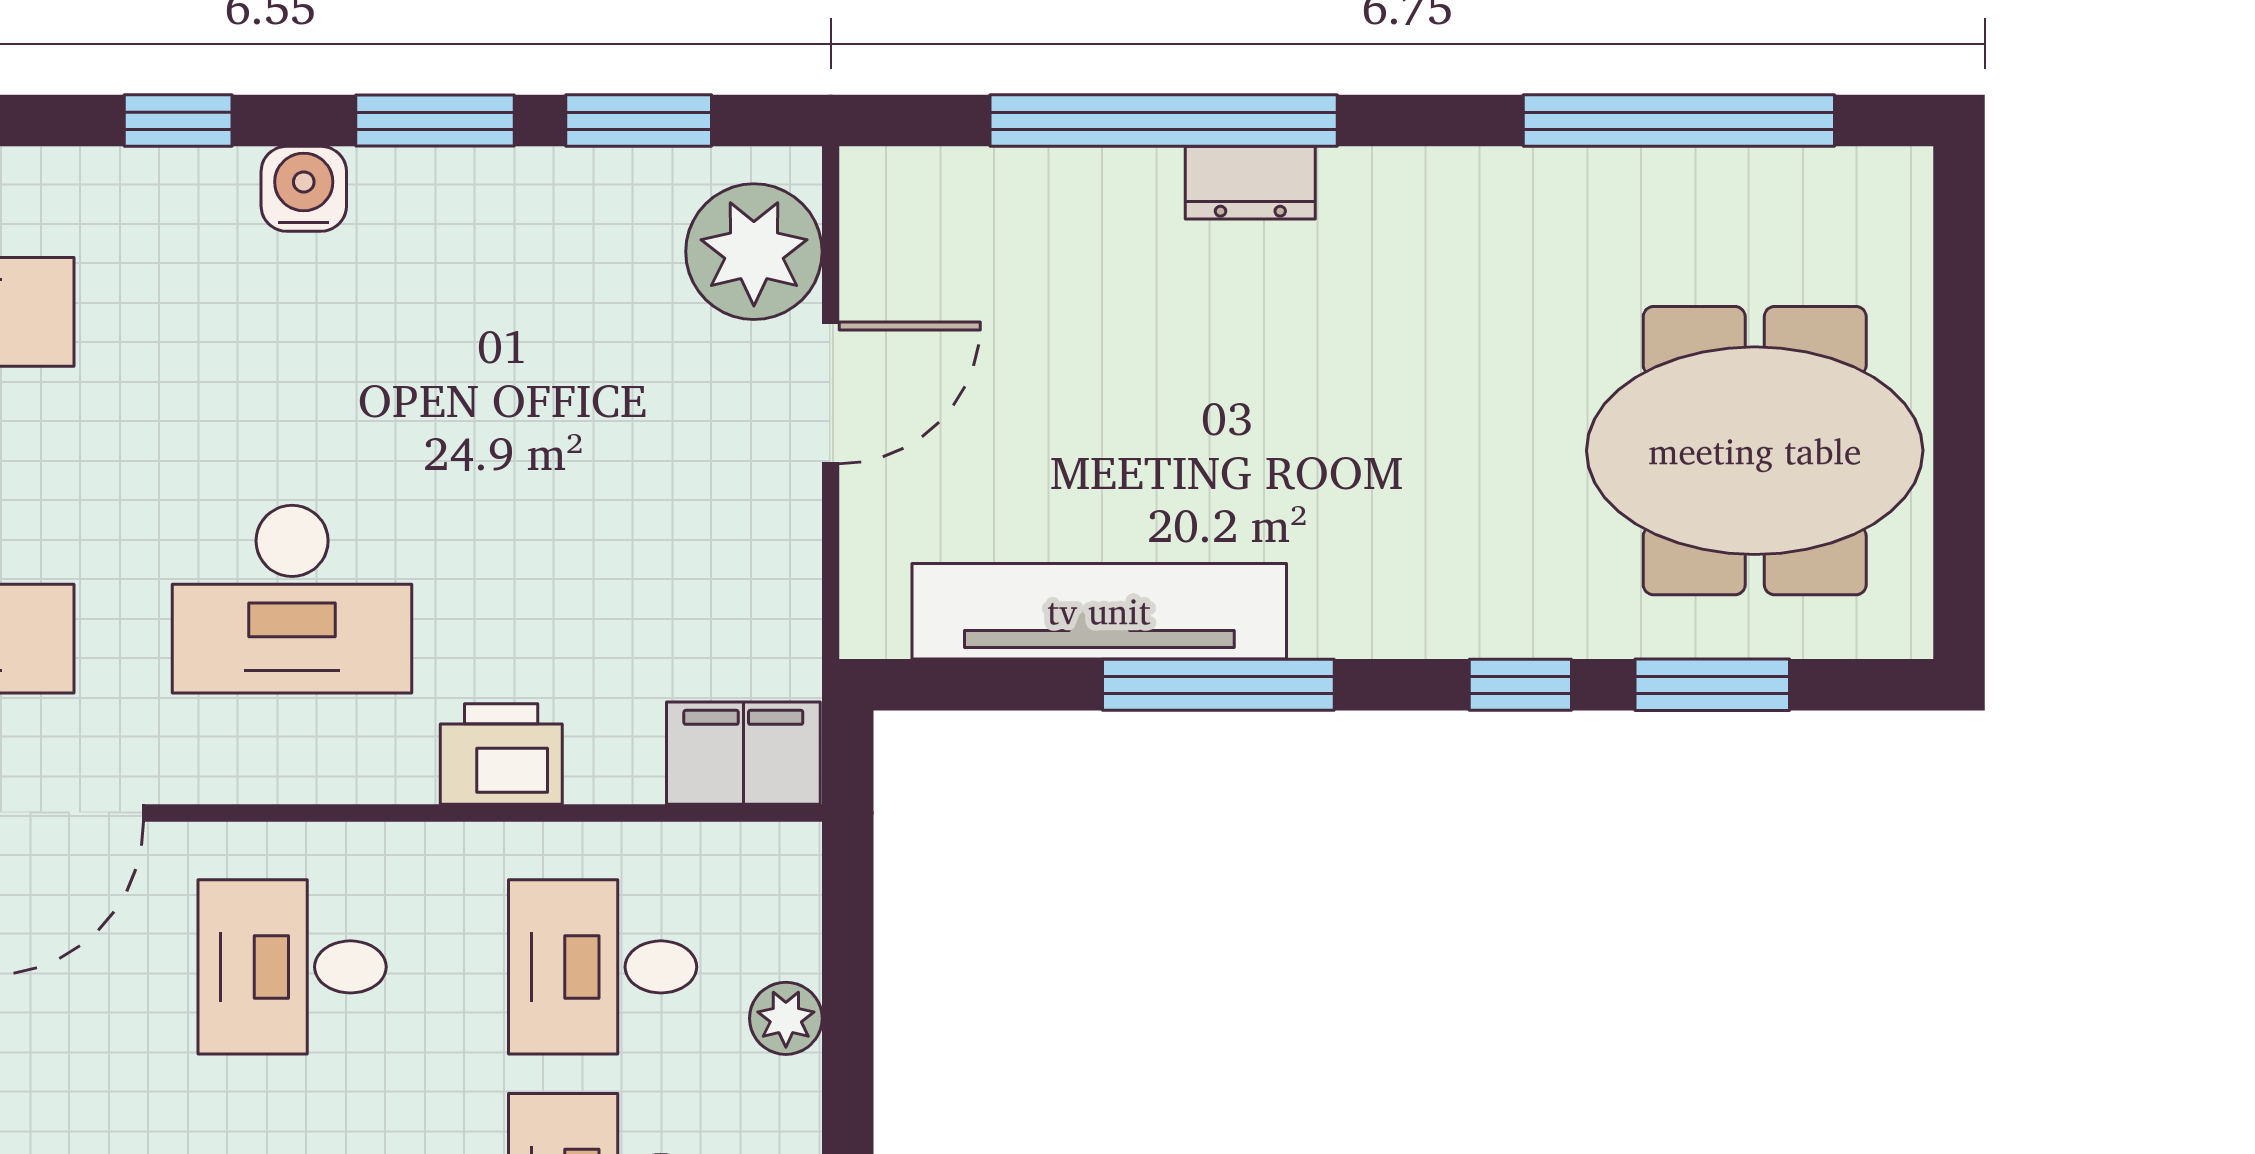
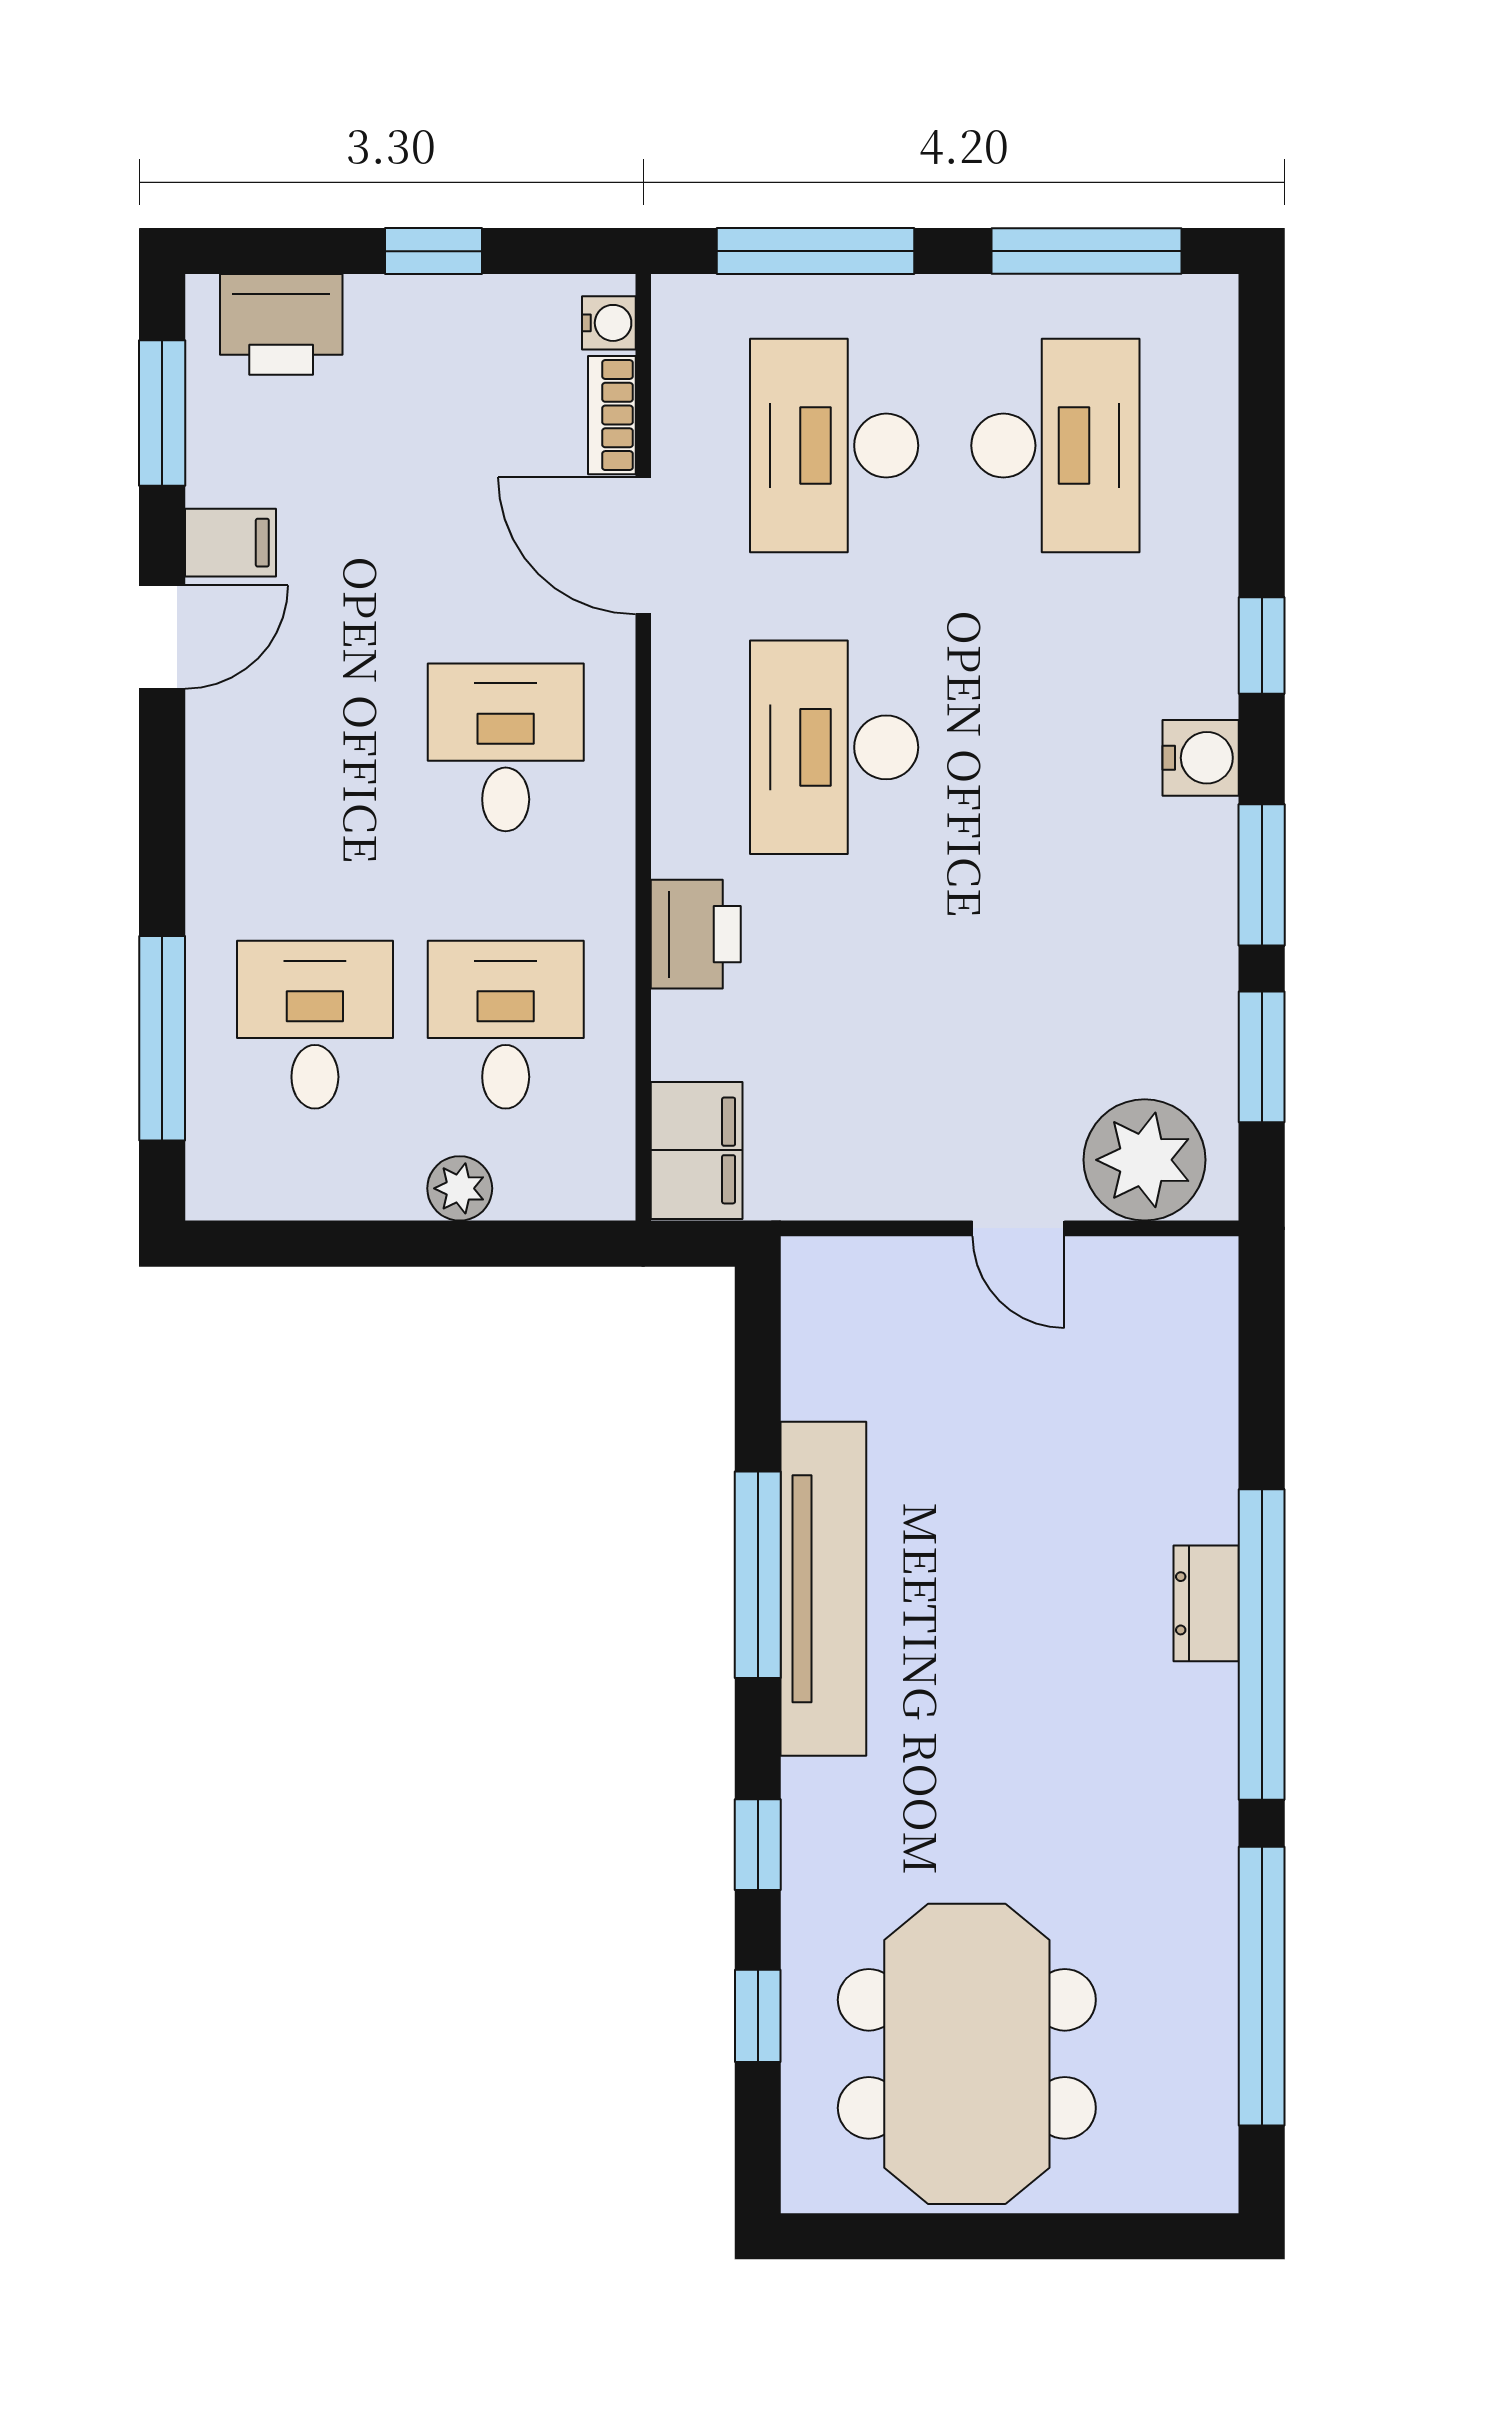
window: (1164, 121) -> (1262, 1645), moved
door: (831, 393) -> (1018, 1228), width x0.73
tv unit: (1099, 611) -> (823, 1589), moved
window: (1712, 685) -> (758, 2016), width x0.67

